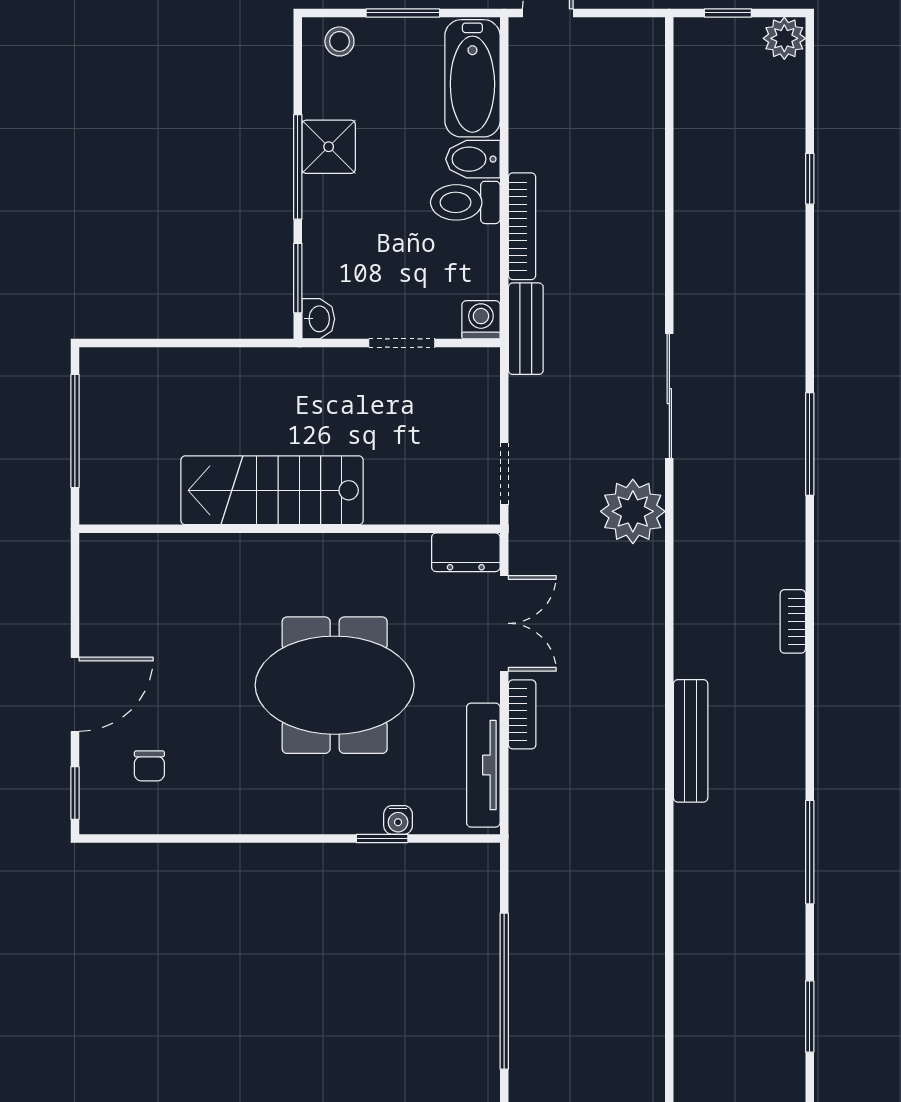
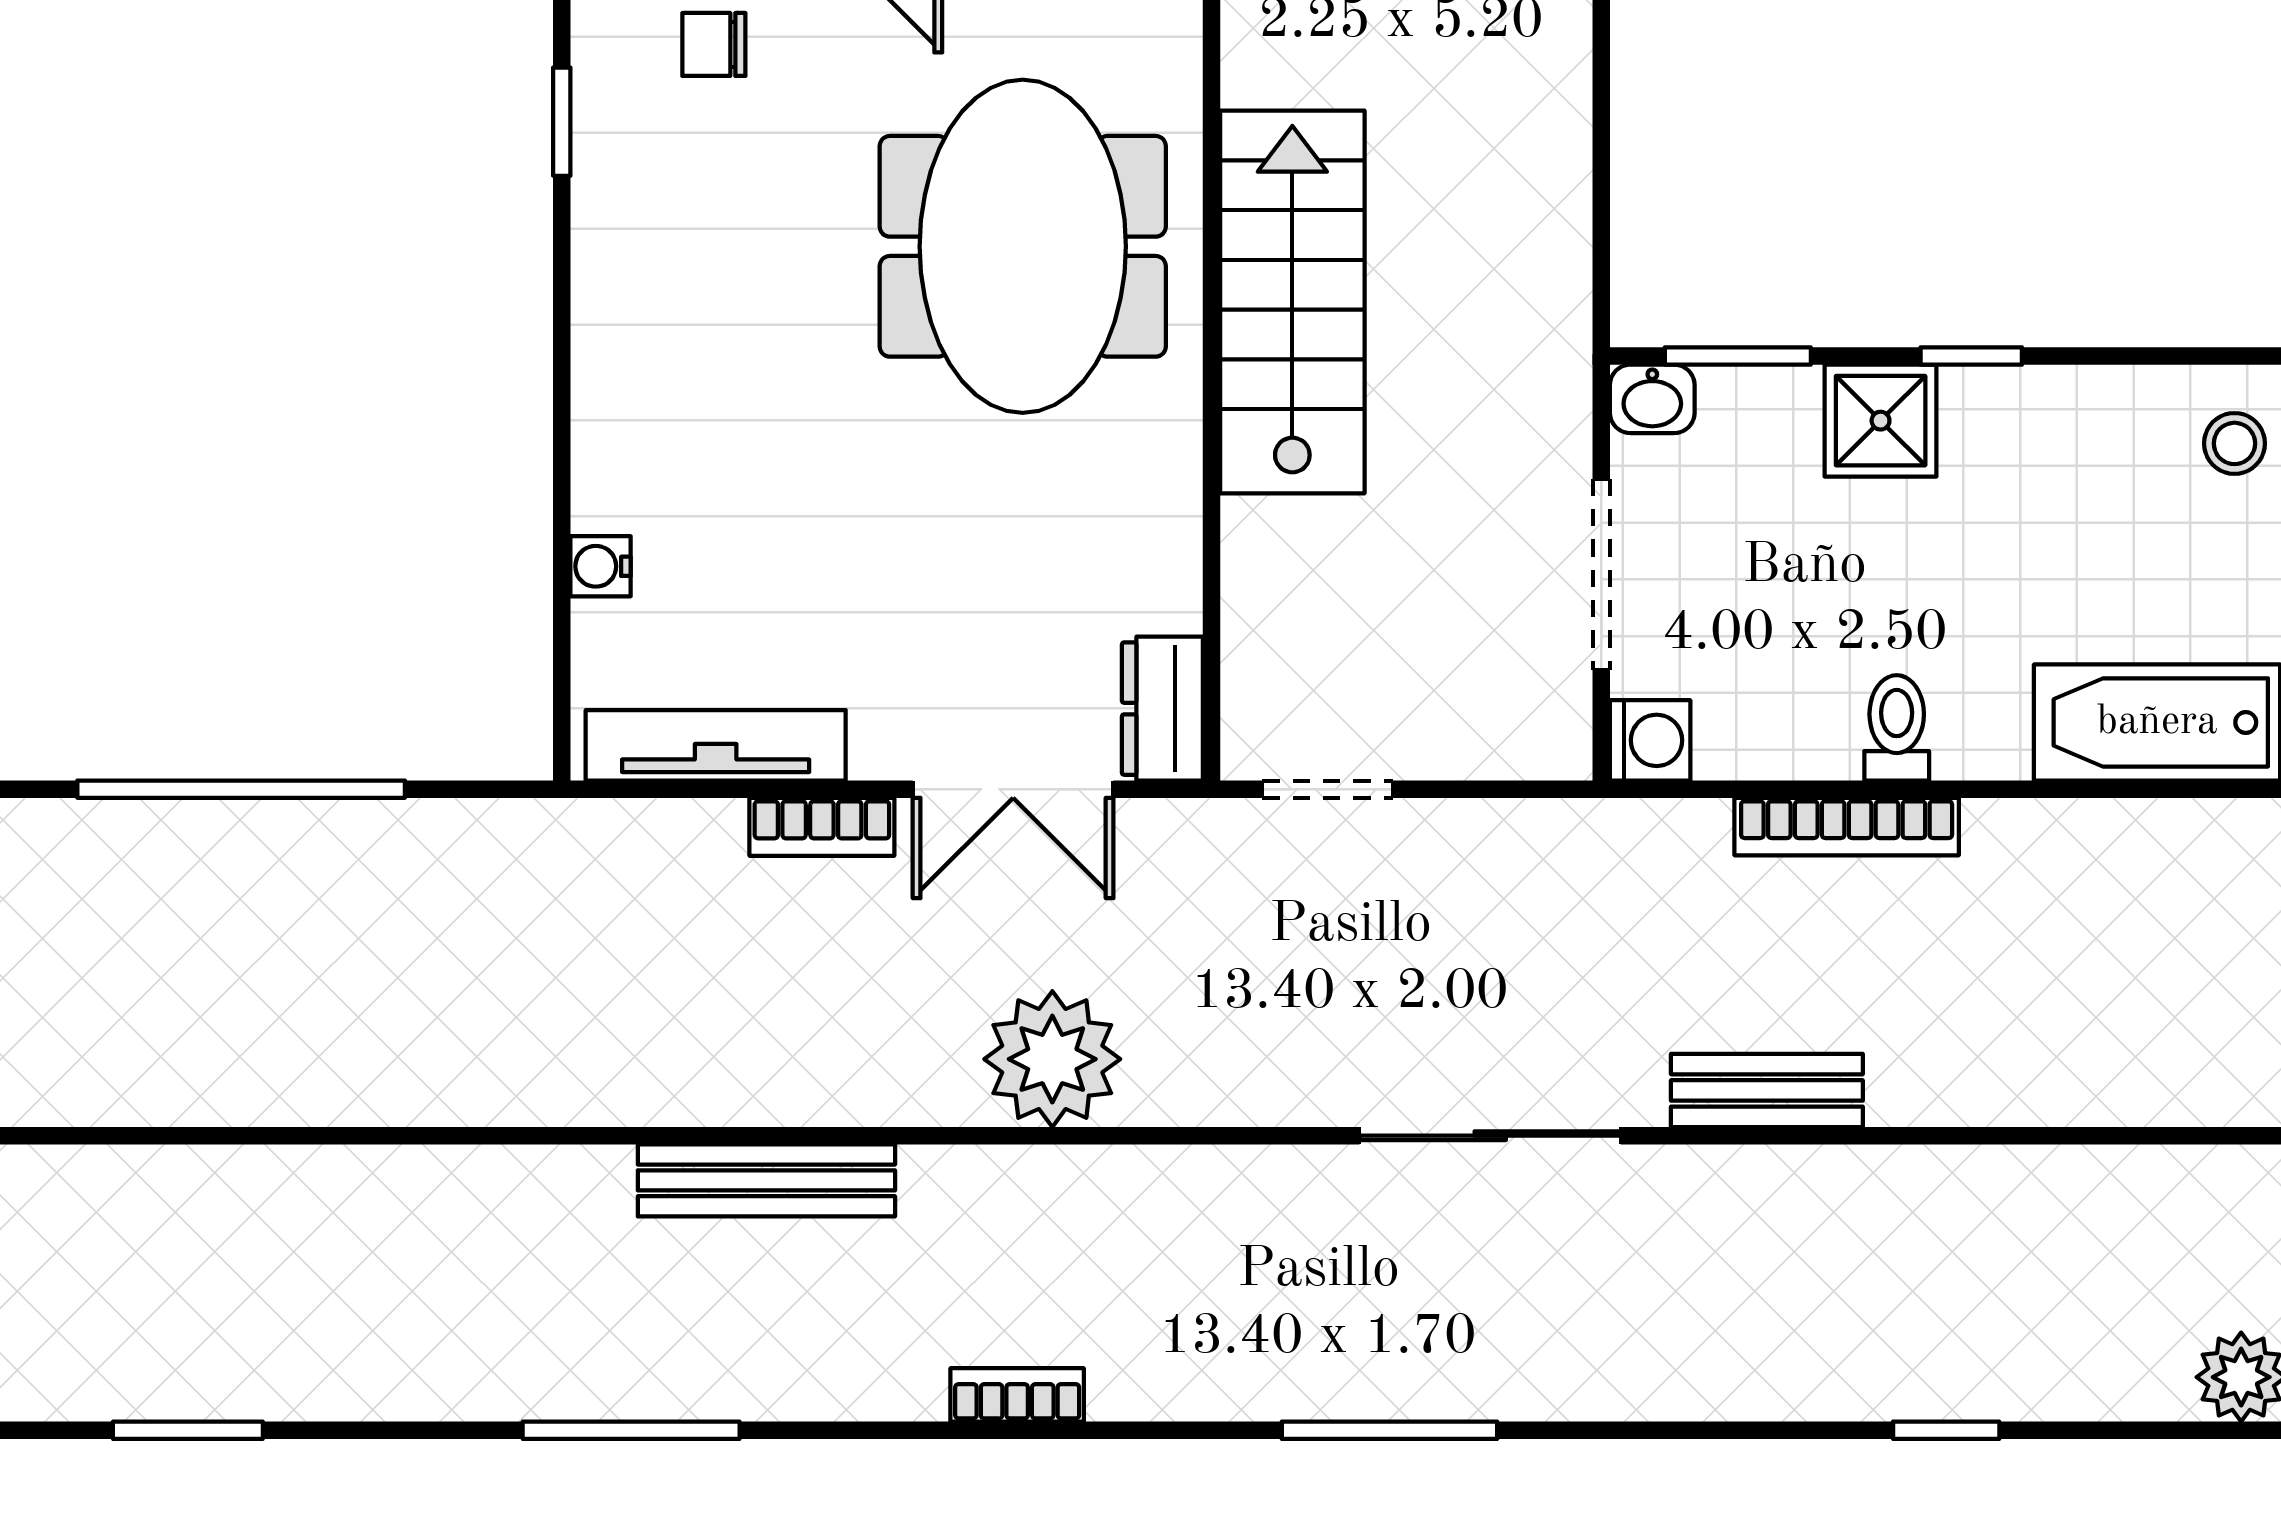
shower: (329, 147) -> (1881, 421), moved
bidet: (473, 159) -> (1987, 723), removed
window: (298, 167) -> (1971, 356), width x0.46
toilet: (465, 202) -> (1897, 728), width x0.73, depth x0.72
bench: (526, 329) -> (1767, 1090), moved
doorway: (402, 343) -> (1601, 574), width x1.38
plant: (633, 511) -> (1052, 1059), moved
meeting table: (335, 685) -> (1023, 246), moved
window: (382, 838) -> (562, 122), moved
window: (810, 852) -> (631, 1430), moved

